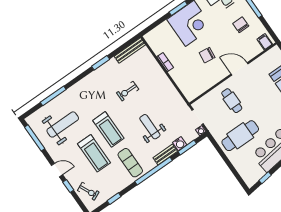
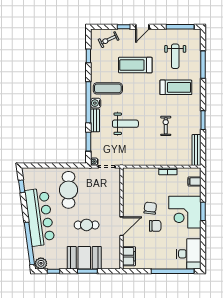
chair: (241, 25) -> (155, 226), moved
filing cabinet: (158, 33) -> (195, 182), added
filing cabinet: (265, 42) -> (129, 256), width x2.00
cafe table: (232, 101) -> (87, 225), moved
weight bench: (63, 124) -> (175, 56), width x0.73, depth x0.75
treadmill: (108, 129) -> (176, 87), moved, turned 180
water cooler: (180, 144) -> (96, 103), moved

